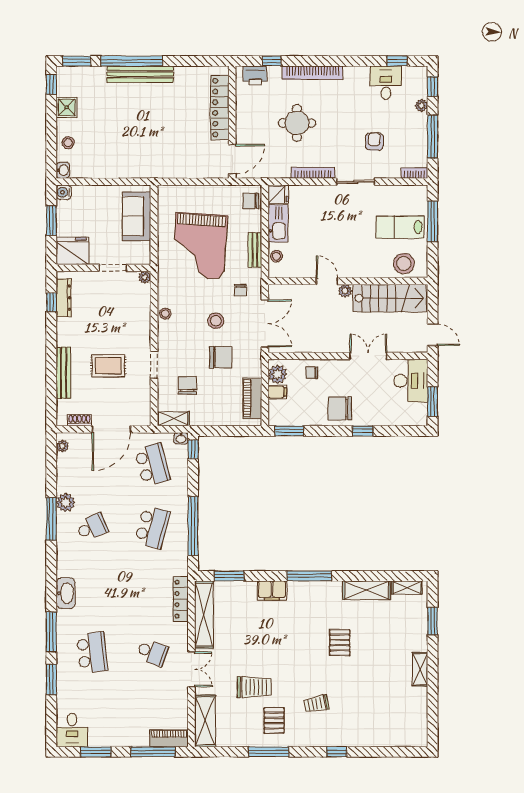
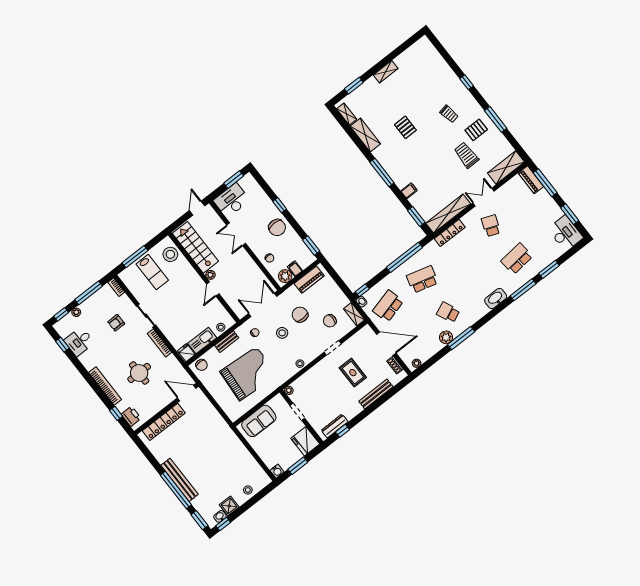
washbasin: (63, 170) -> (220, 516), moved
filing cabinet: (272, 590) -> (409, 191), width x0.50
pallet: (340, 642) -> (405, 127), turned 90
desk: (72, 730) -> (565, 233), width x1.37

